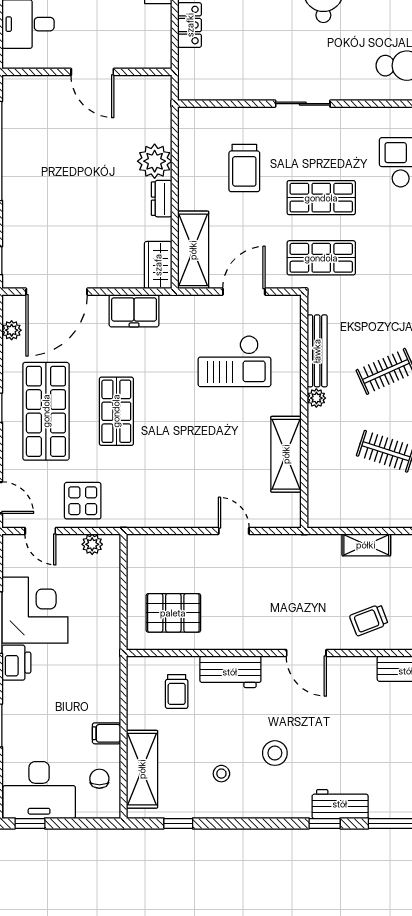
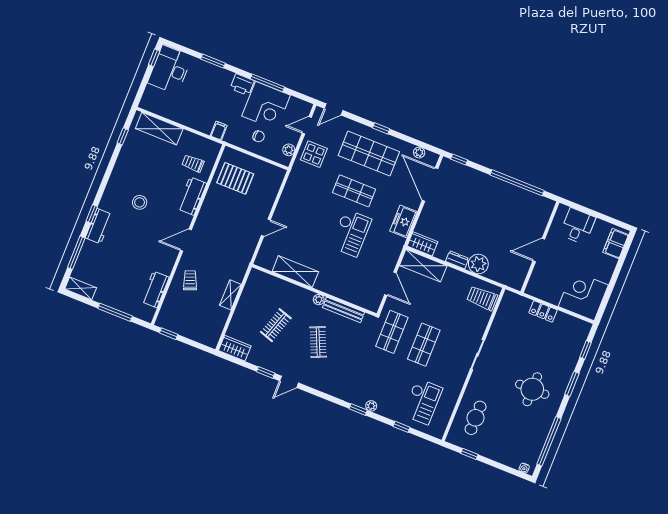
trolley: (244, 168) -> (482, 298), moved
checkout: (234, 361) -> (351, 233), moved, turned 180
pallet: (173, 613) -> (235, 178), turned 90
filing cabinet: (107, 733) -> (219, 131), moved
stool: (221, 774) -> (140, 170), removed
chair: (99, 779) -> (259, 136), moved

